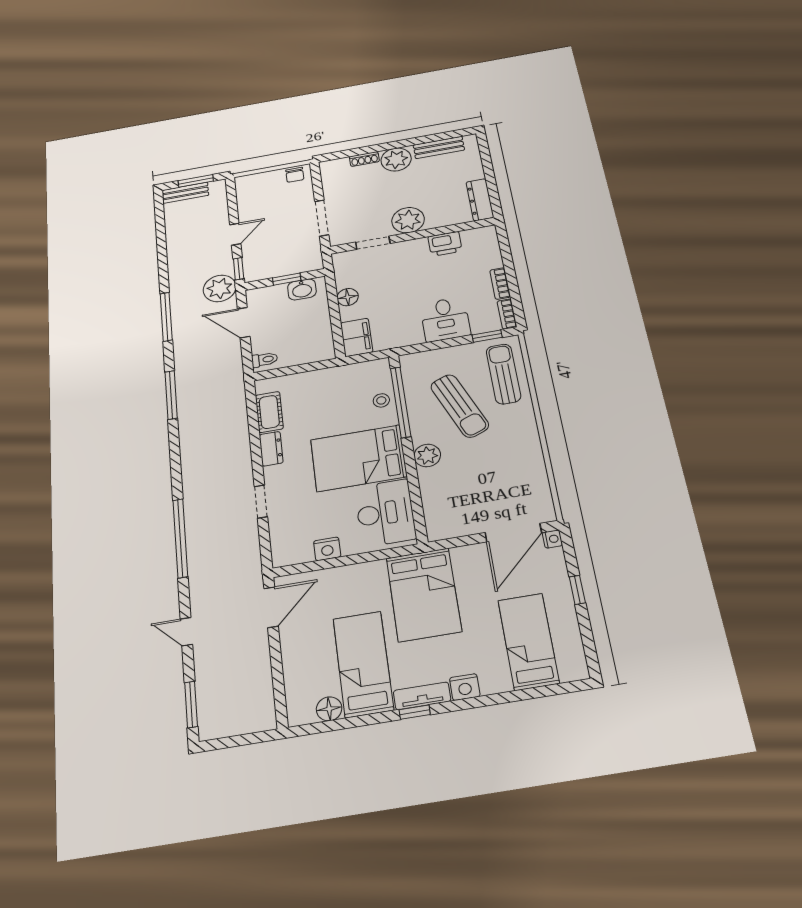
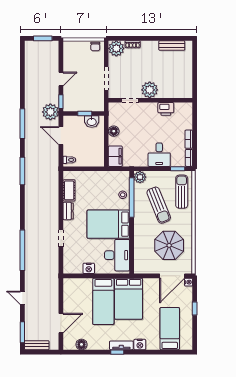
plant: (396, 159) -> (116, 48), moved
bench: (185, 193) -> (37, 345), moved
dresser: (480, 200) -> (187, 85), removed
plant: (427, 455) -> (140, 177), moved
parasol: (496, 475) -> (169, 245), added
door: (271, 607) -> (61, 323), moved
bed: (363, 664) -> (103, 301), moved, turned 180

